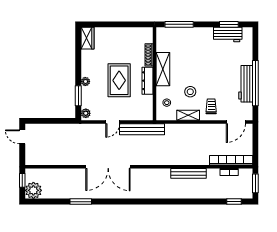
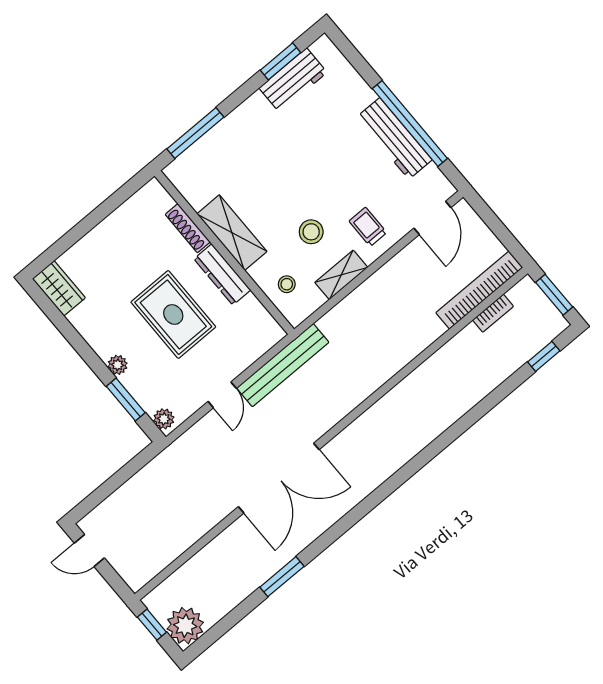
bench: (189, 173) -> (426, 374), removed

